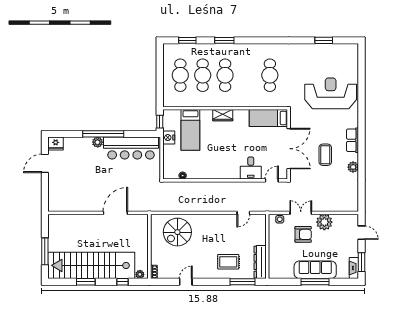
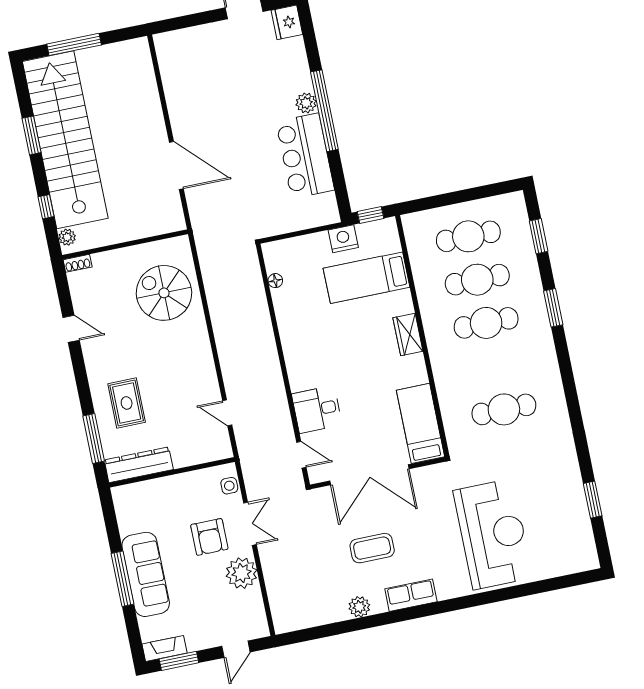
bar counter: (131, 148) -> (305, 156), width x0.73

